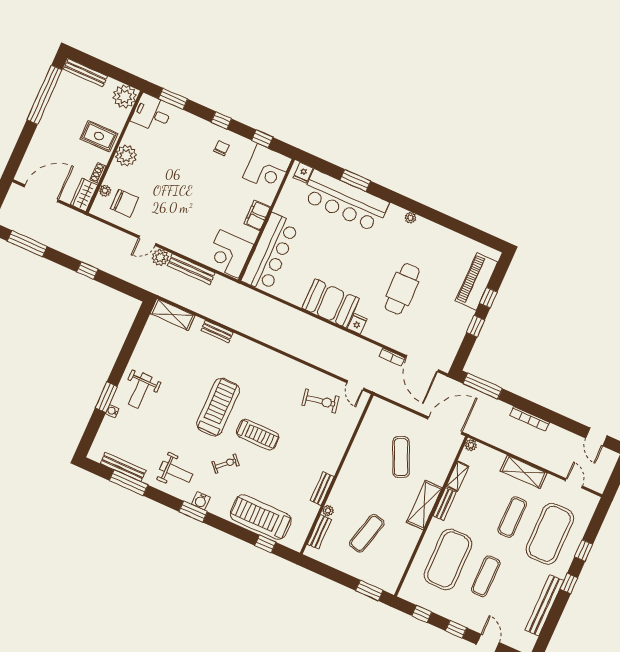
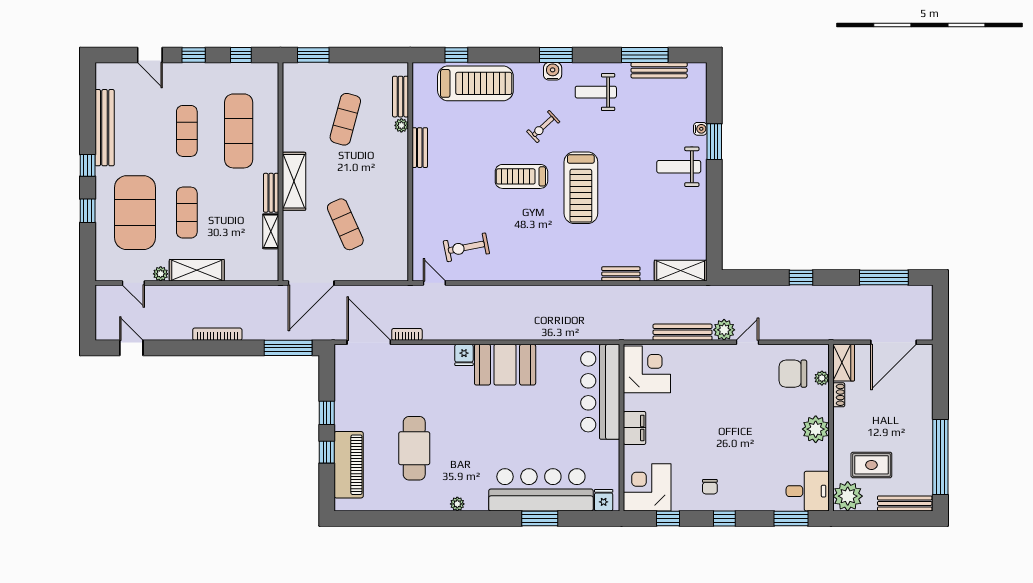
rug: (99, 136) -> (871, 465), moved
cafe table: (402, 289) -> (414, 448), moved
weight bench: (140, 391) -> (679, 167), turned -90
plant: (471, 445) -> (161, 274), moved
exercise mat: (448, 559) -> (239, 131), width x0.68

